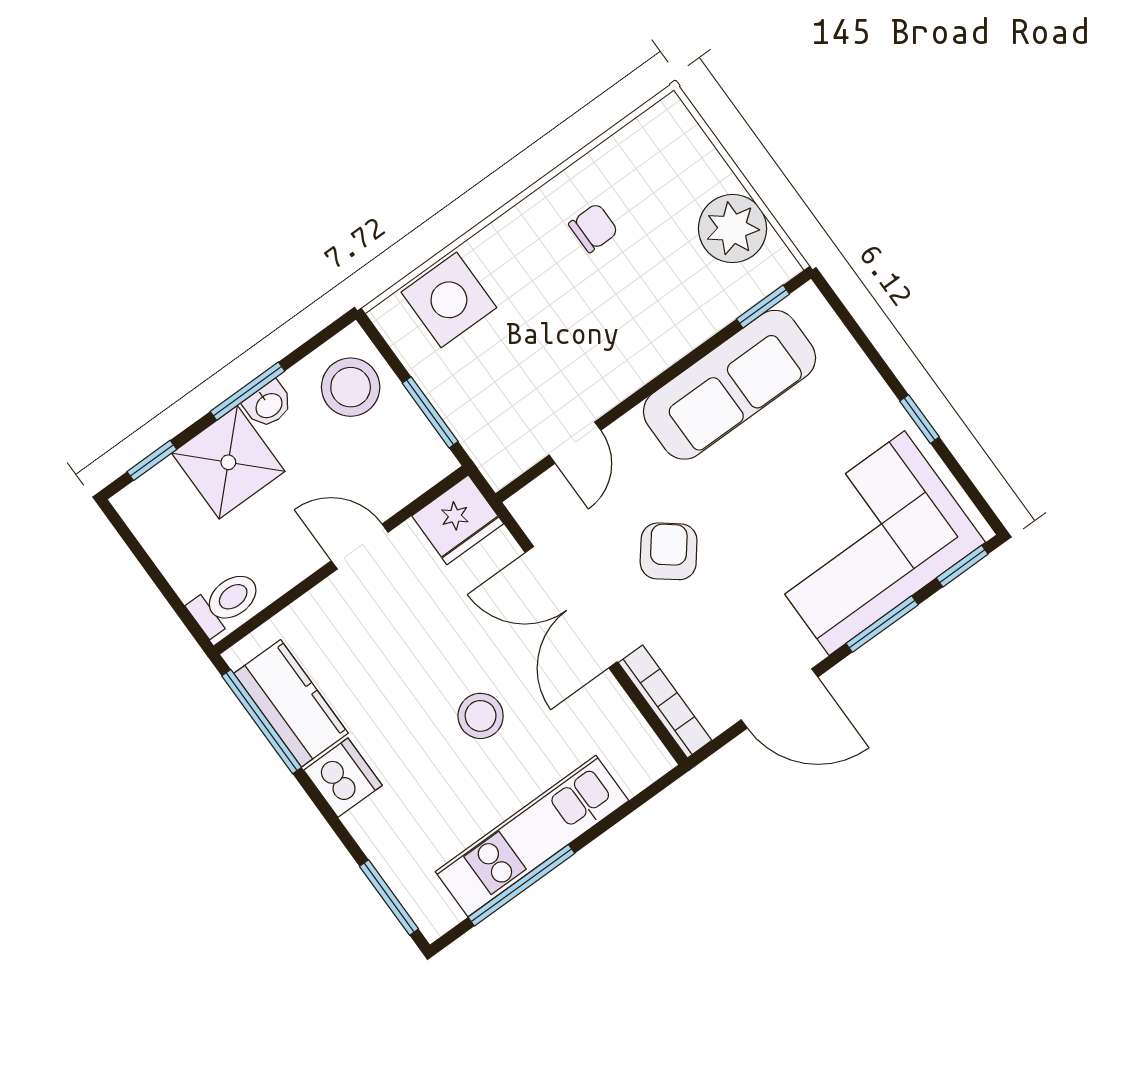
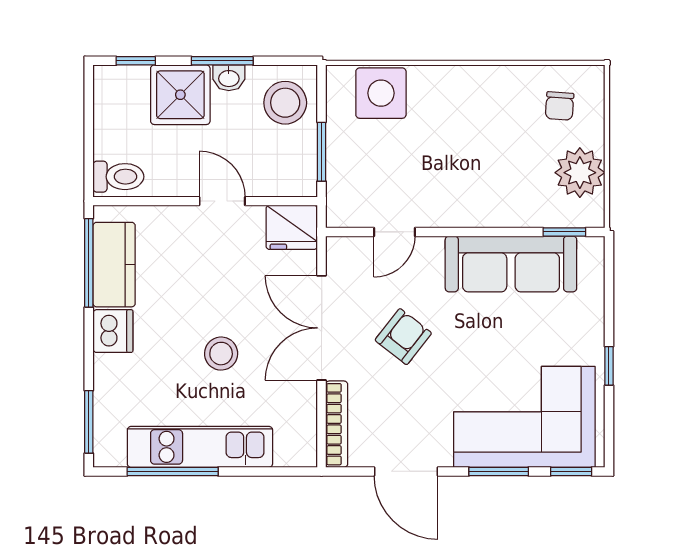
chair: (593, 228) -> (560, 106), moved, turned 94

